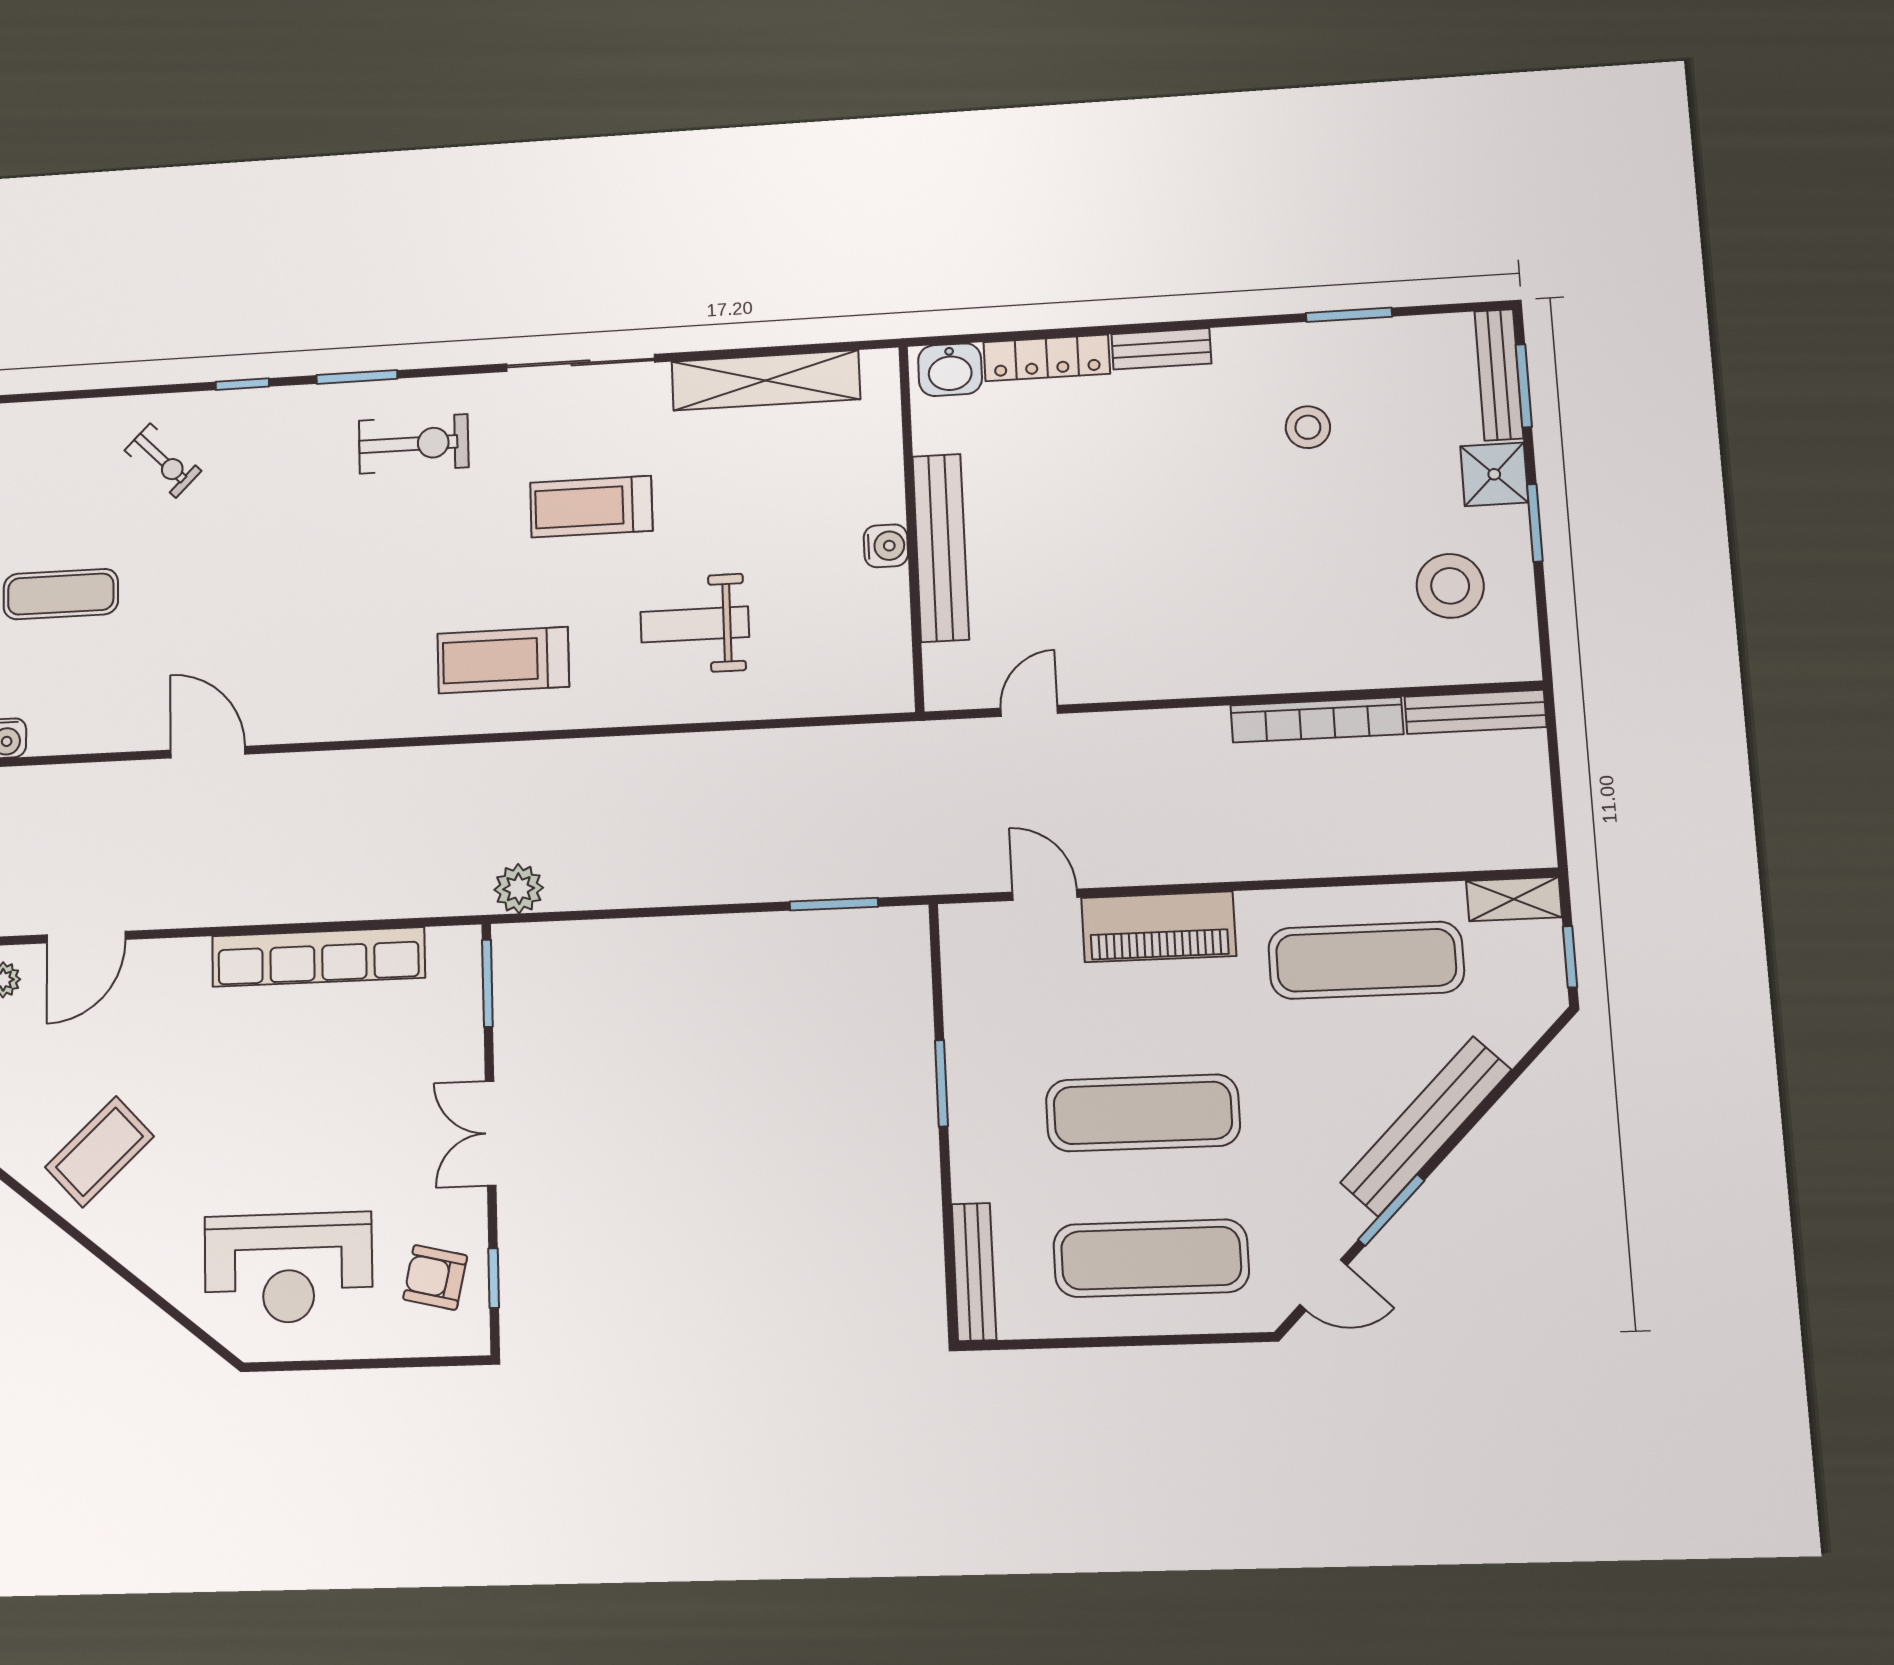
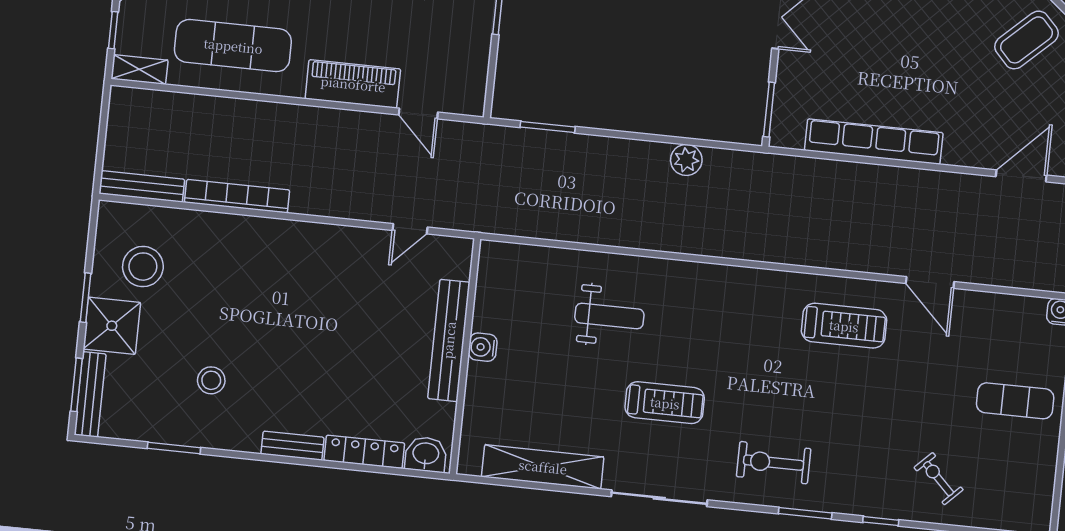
shower: (1494, 474) -> (112, 326), width x1.36, depth x1.36
treadmill: (503, 660) -> (844, 326), moved
plant: (519, 889) -> (686, 160), moved

